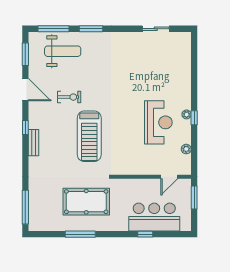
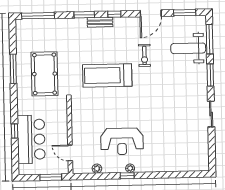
sliding door: (156, 29) -> (211, 114), moved
weight bench: (63, 51) -> (188, 48), turned 90
window: (25, 159) -> (84, 15), added

